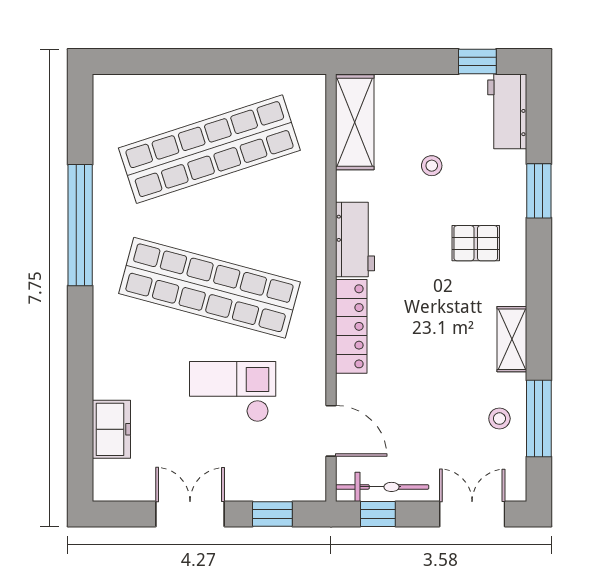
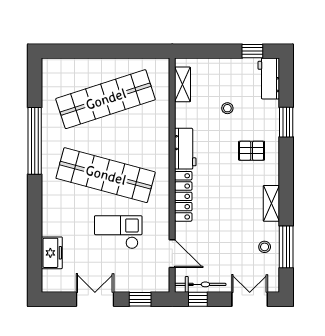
shelving: (355, 122) -> (183, 84), width x0.67, depth x0.75

